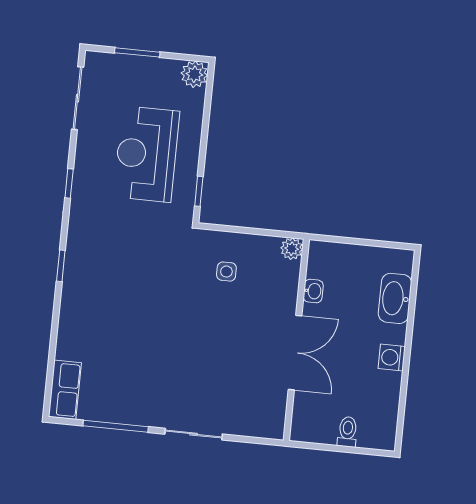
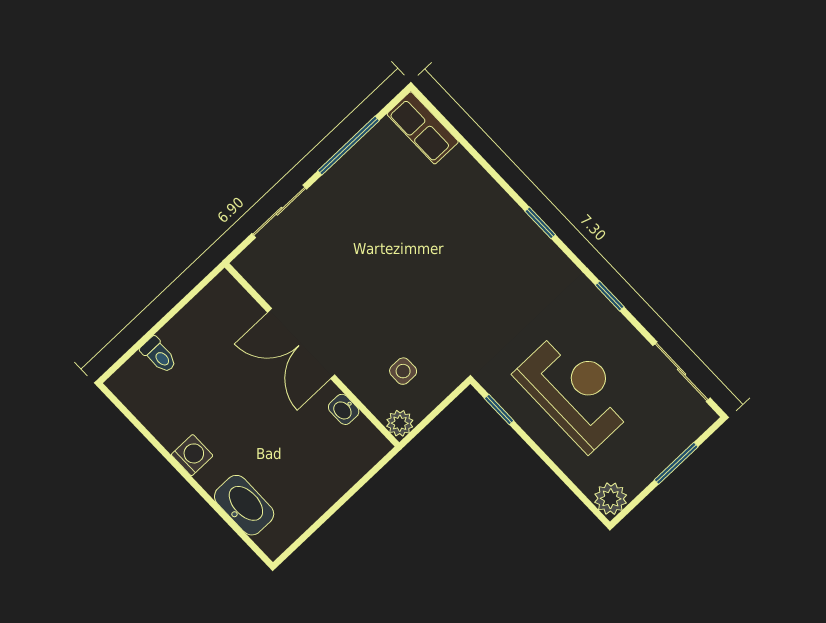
plant: (292, 249) -> (400, 423), moved
washbasin: (313, 291) -> (344, 409), moved
wall: (296, 340) -> (312, 355), moved
double door: (295, 353) -> (301, 344), moved

